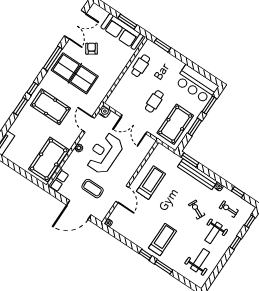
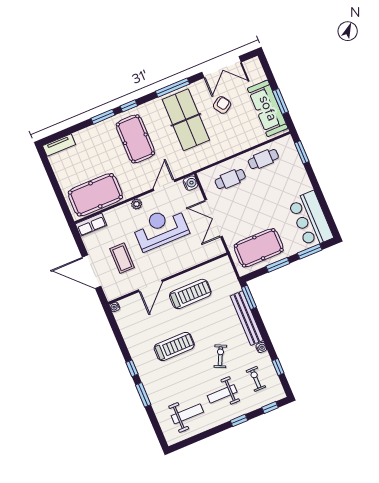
cafe table: (154, 101) -> (230, 179), moved
treadmill: (162, 240) -> (174, 346), moved

